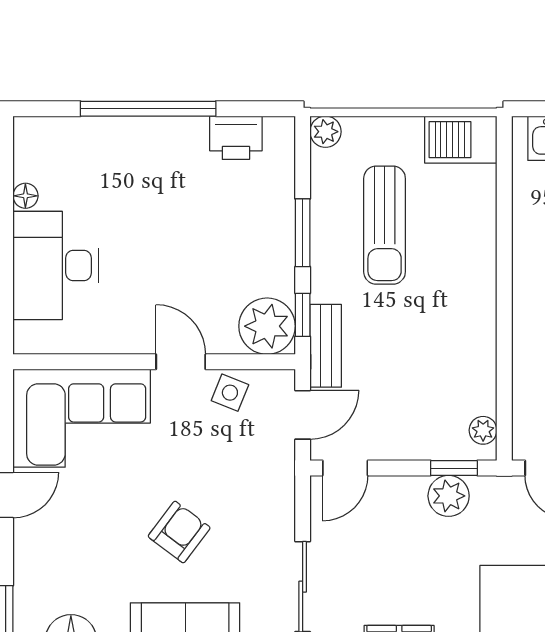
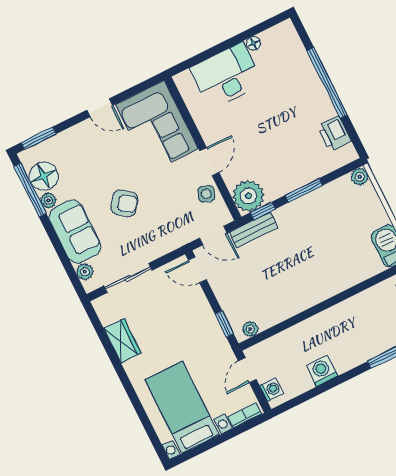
sun lounger: (385, 225) -> (328, 229), removed
plant: (449, 496) -> (209, 328), removed

